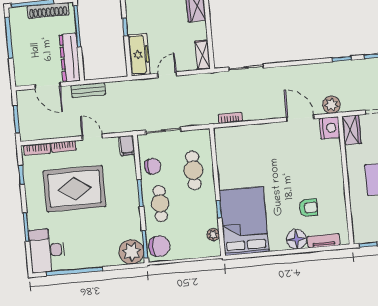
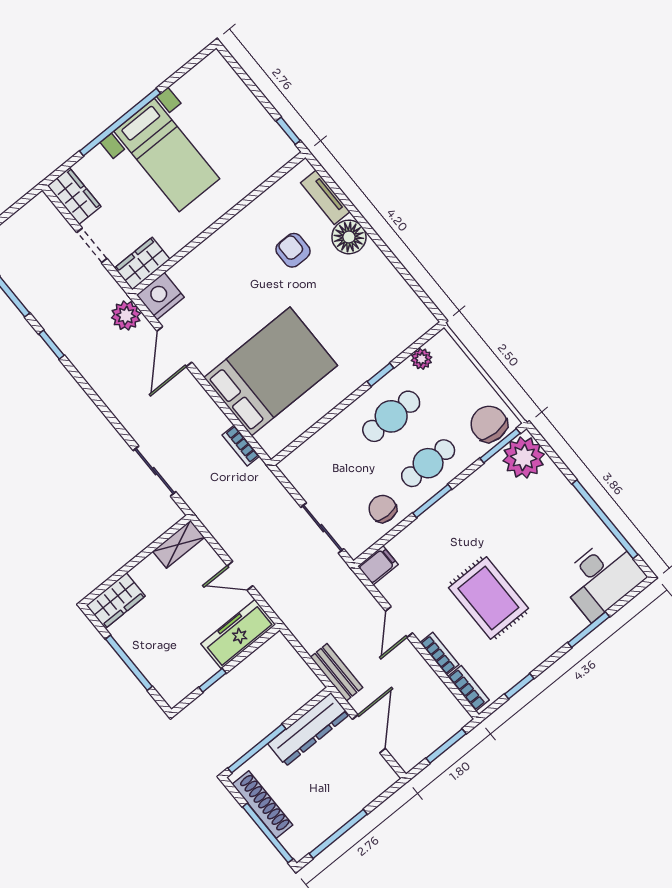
cafe table: (193, 170) -> (391, 416), moved
rug: (74, 189) -> (488, 598), width x0.73, depth x0.69
bed: (244, 221) -> (271, 371), moved, turned 180

